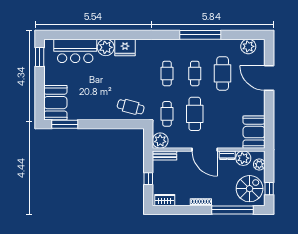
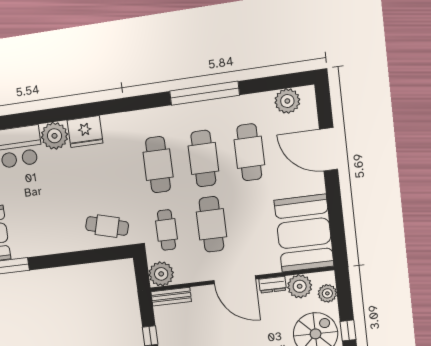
cafe table: (167, 73) -> (158, 165), width x1.37, depth x1.35
cafe table: (195, 73) -> (203, 158), width x1.37, depth x1.35
booth: (254, 132) -> (304, 233), width x1.36, depth x1.42

